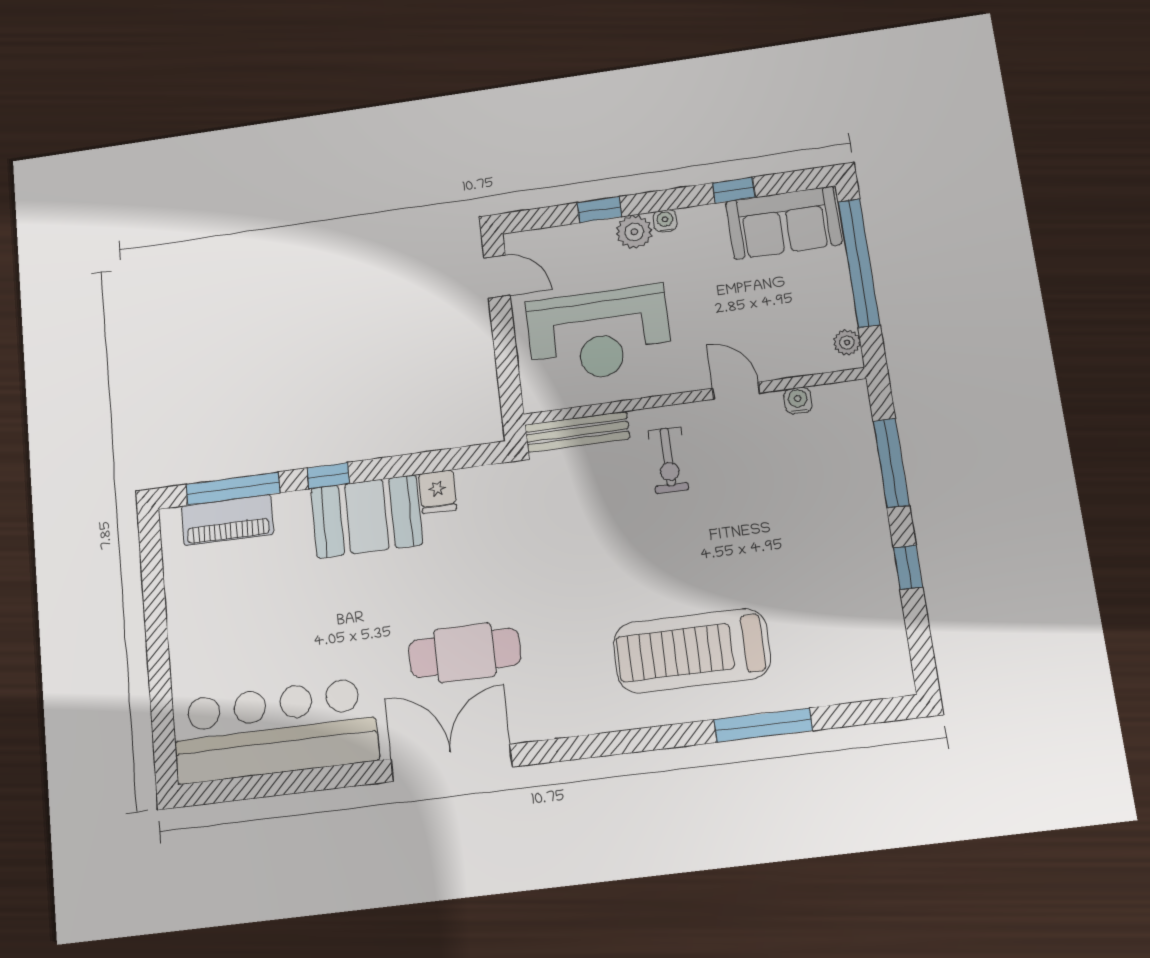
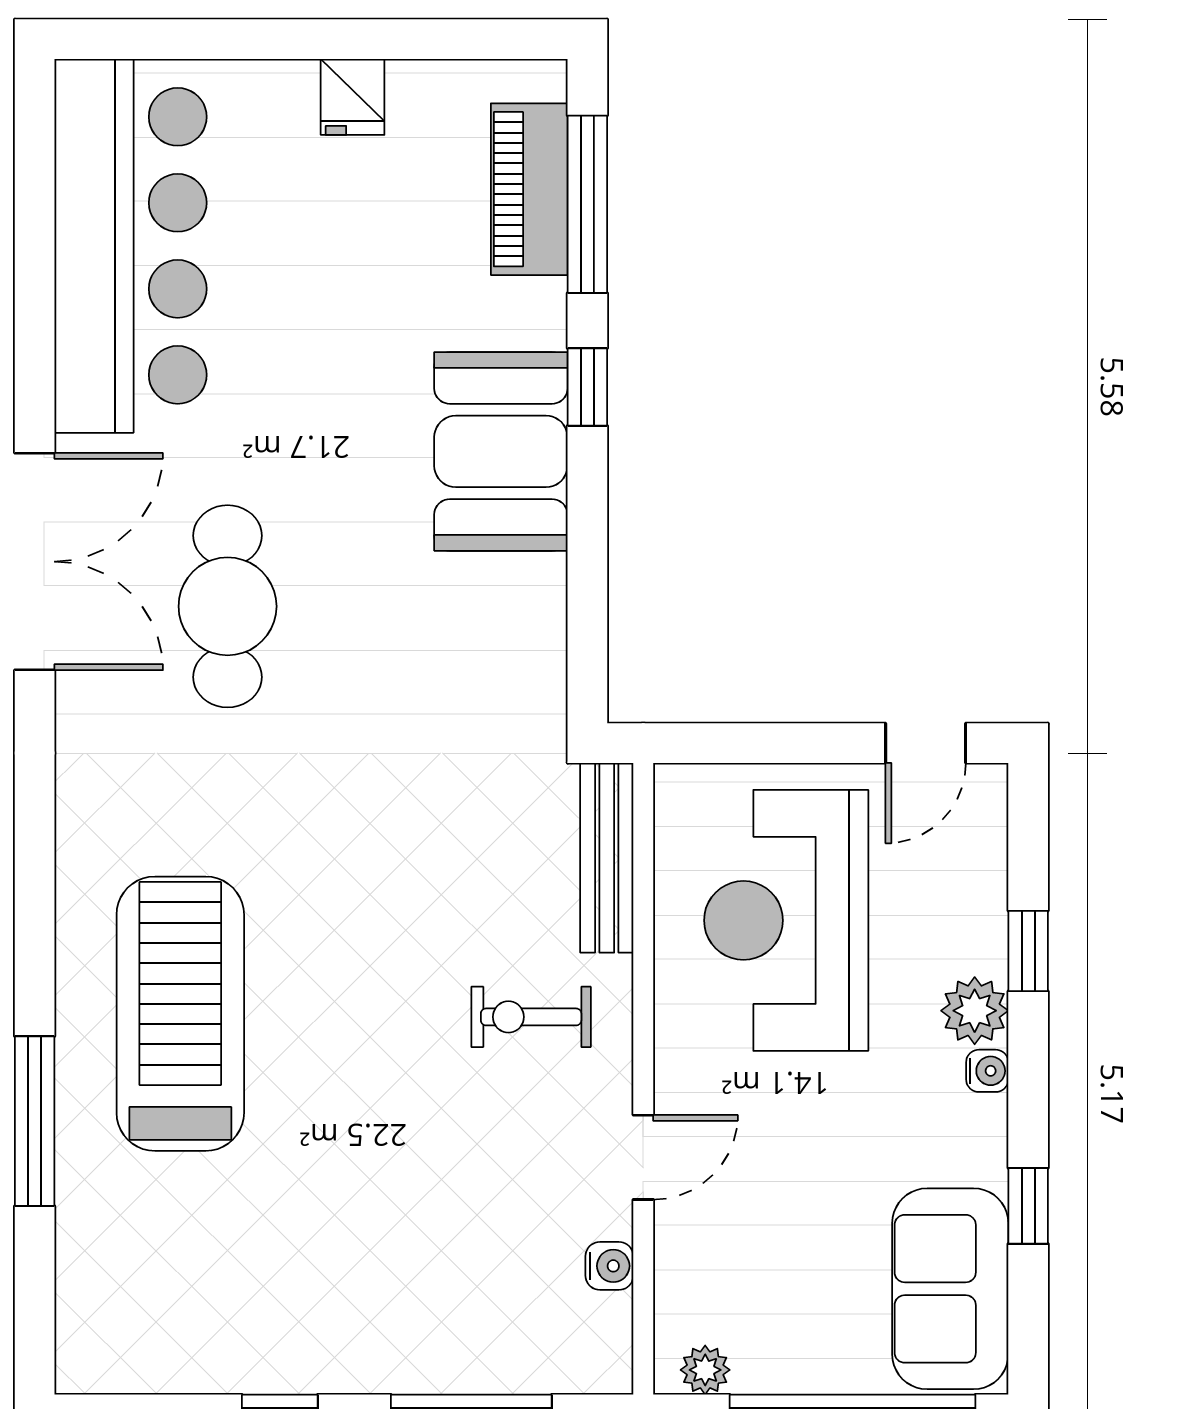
fridge: (438, 492) -> (353, 97), moved, turned -90

